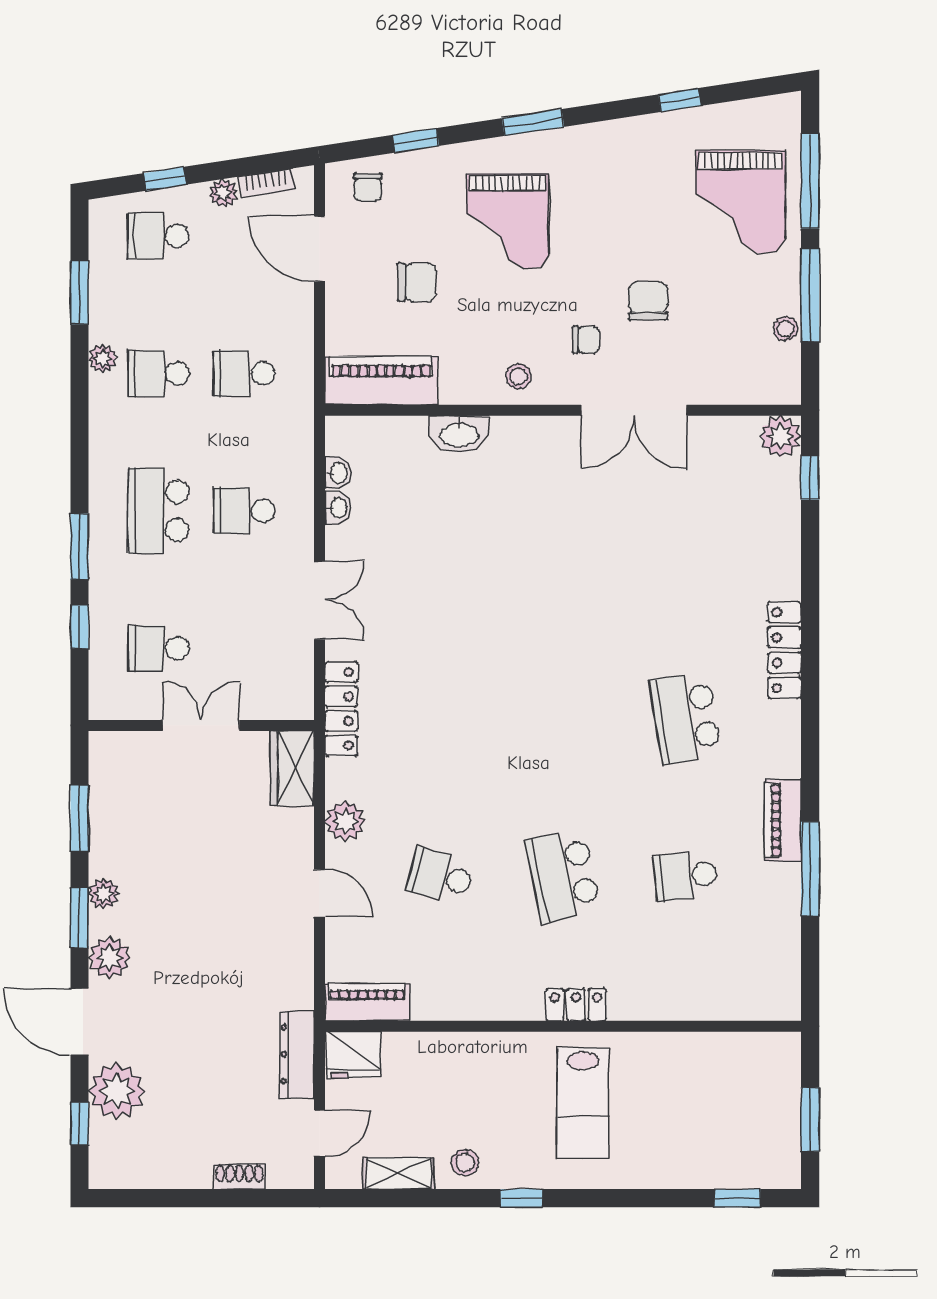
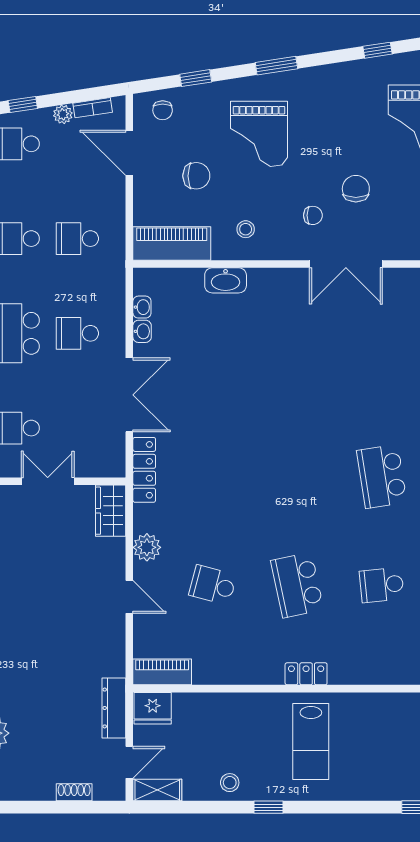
stool: (519, 376) -> (246, 229), moved
double door: (319, 600) -> (129, 395), width x1.37
shelving: (399, 1173) -> (157, 790), moved

